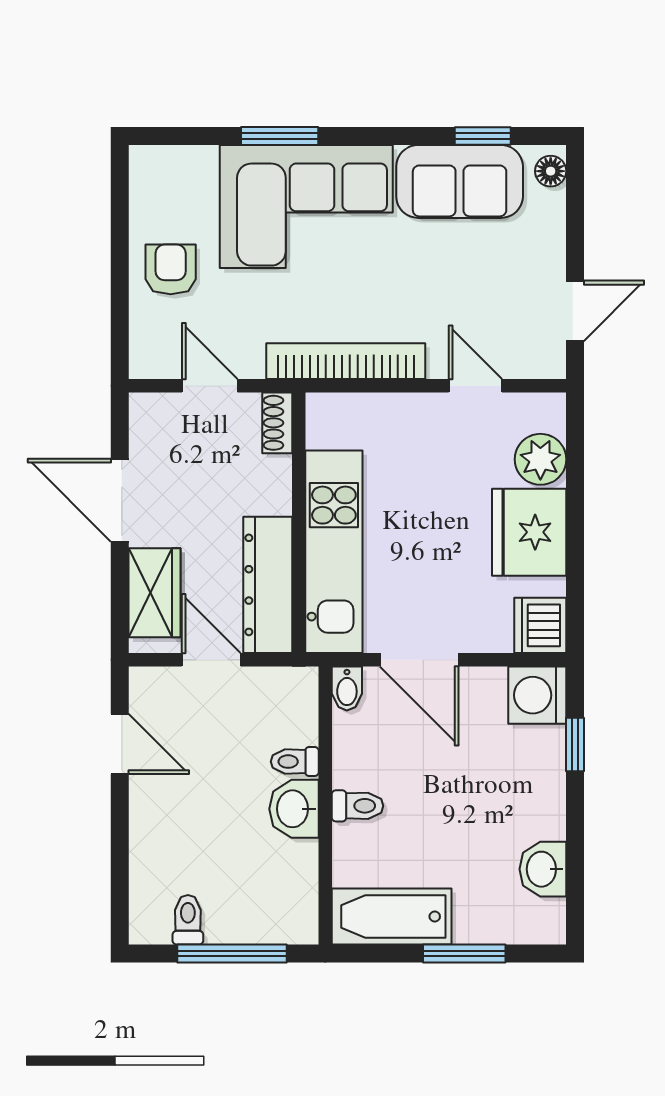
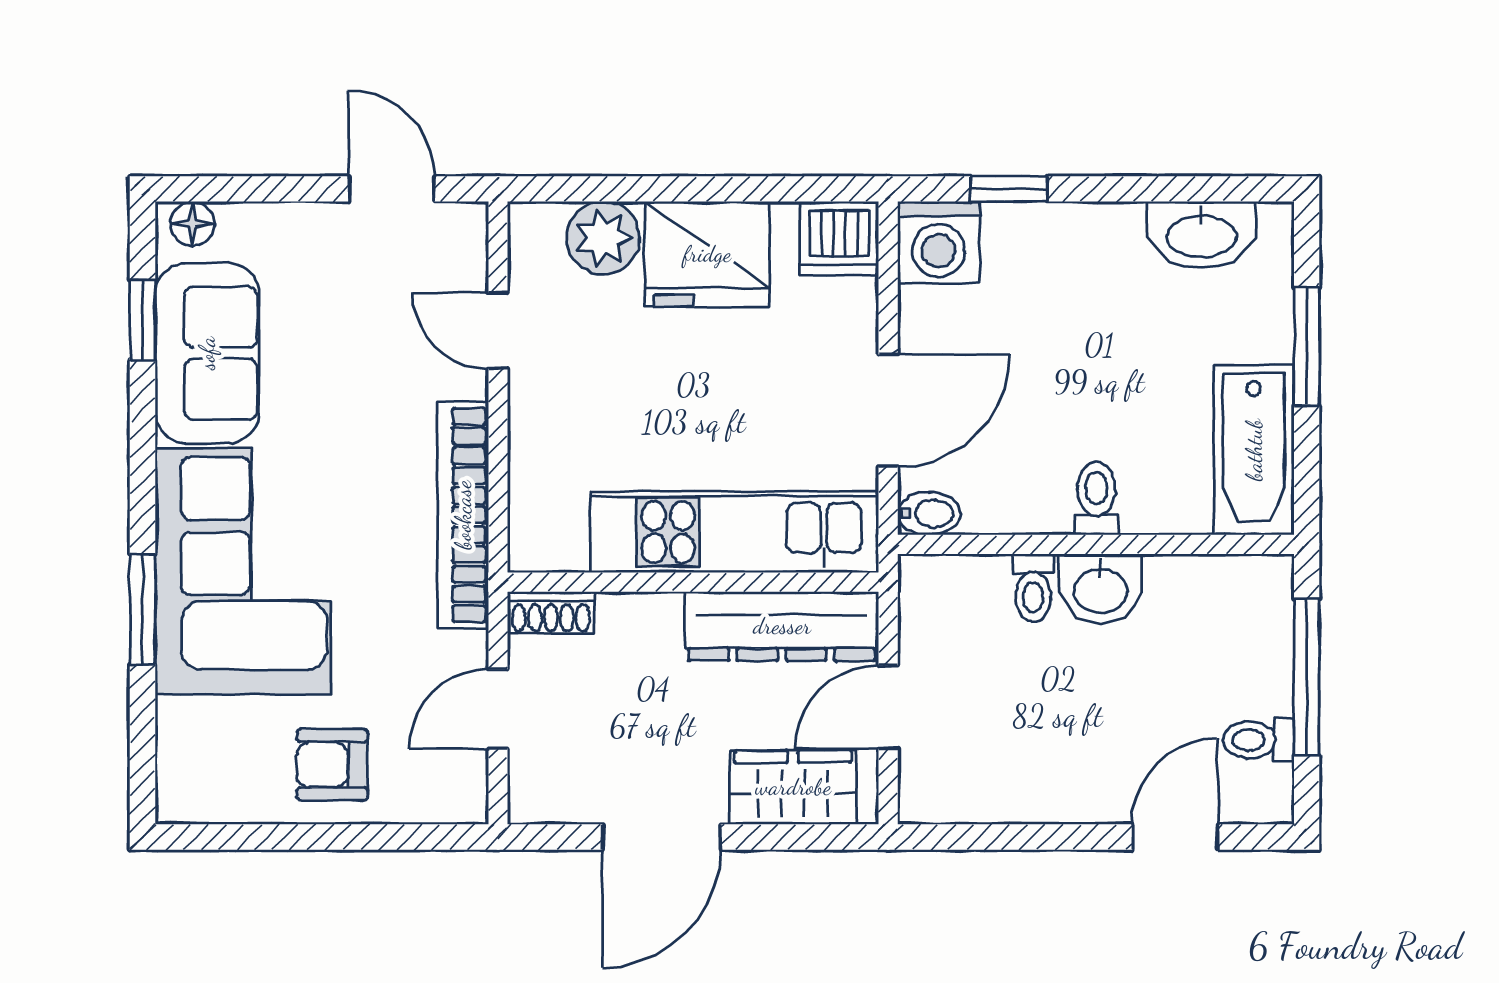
door: (475, 386) -> (498, 331), hinge flipped
door: (120, 744) -> (1175, 837), moved
washbasin: (543, 869) -> (1202, 235), width x1.38

